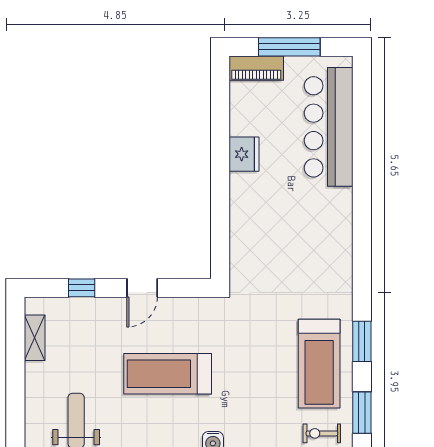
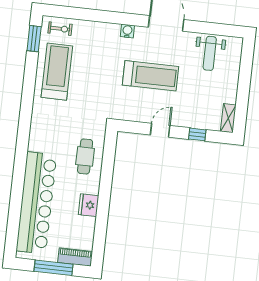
bar counter: (329, 127) -> (36, 203), width x1.36
cafe table: (258, 232) -> (85, 156), added
shelving: (35, 338) -> (228, 118), moved
window: (362, 341) -> (29, 82), removed

